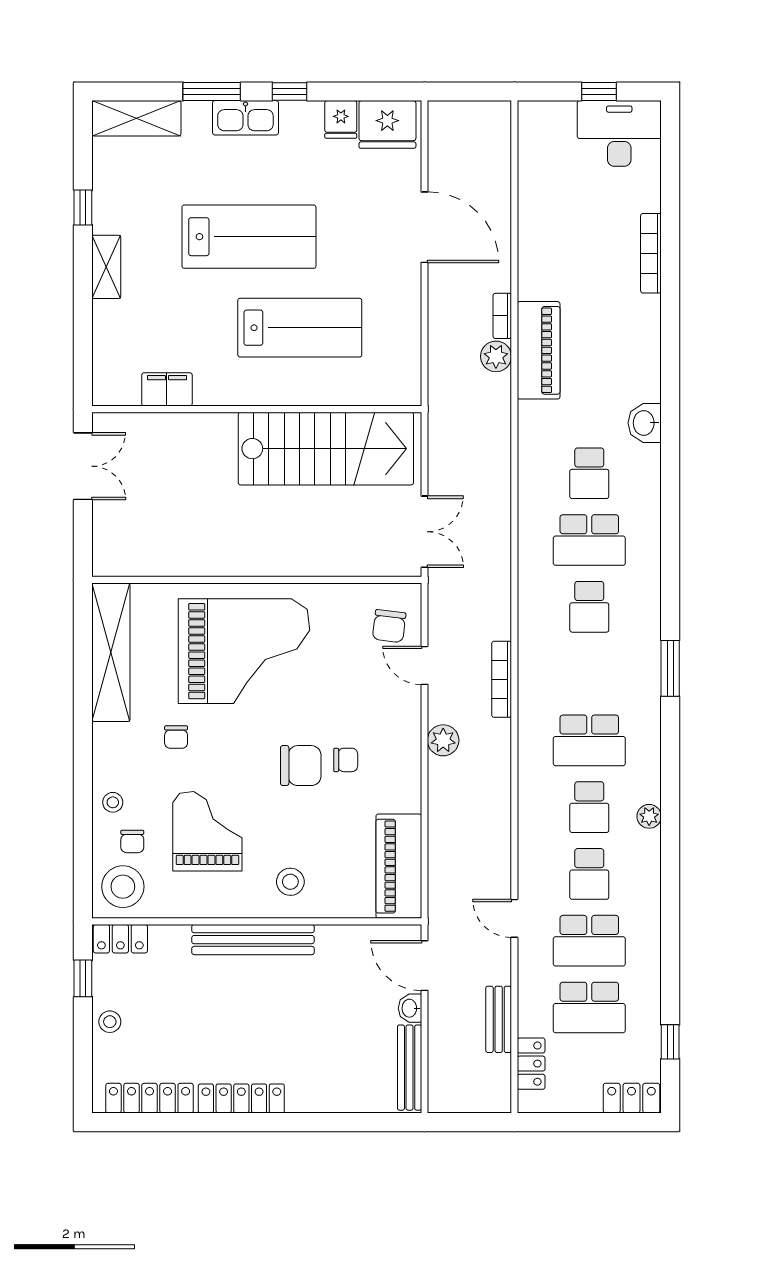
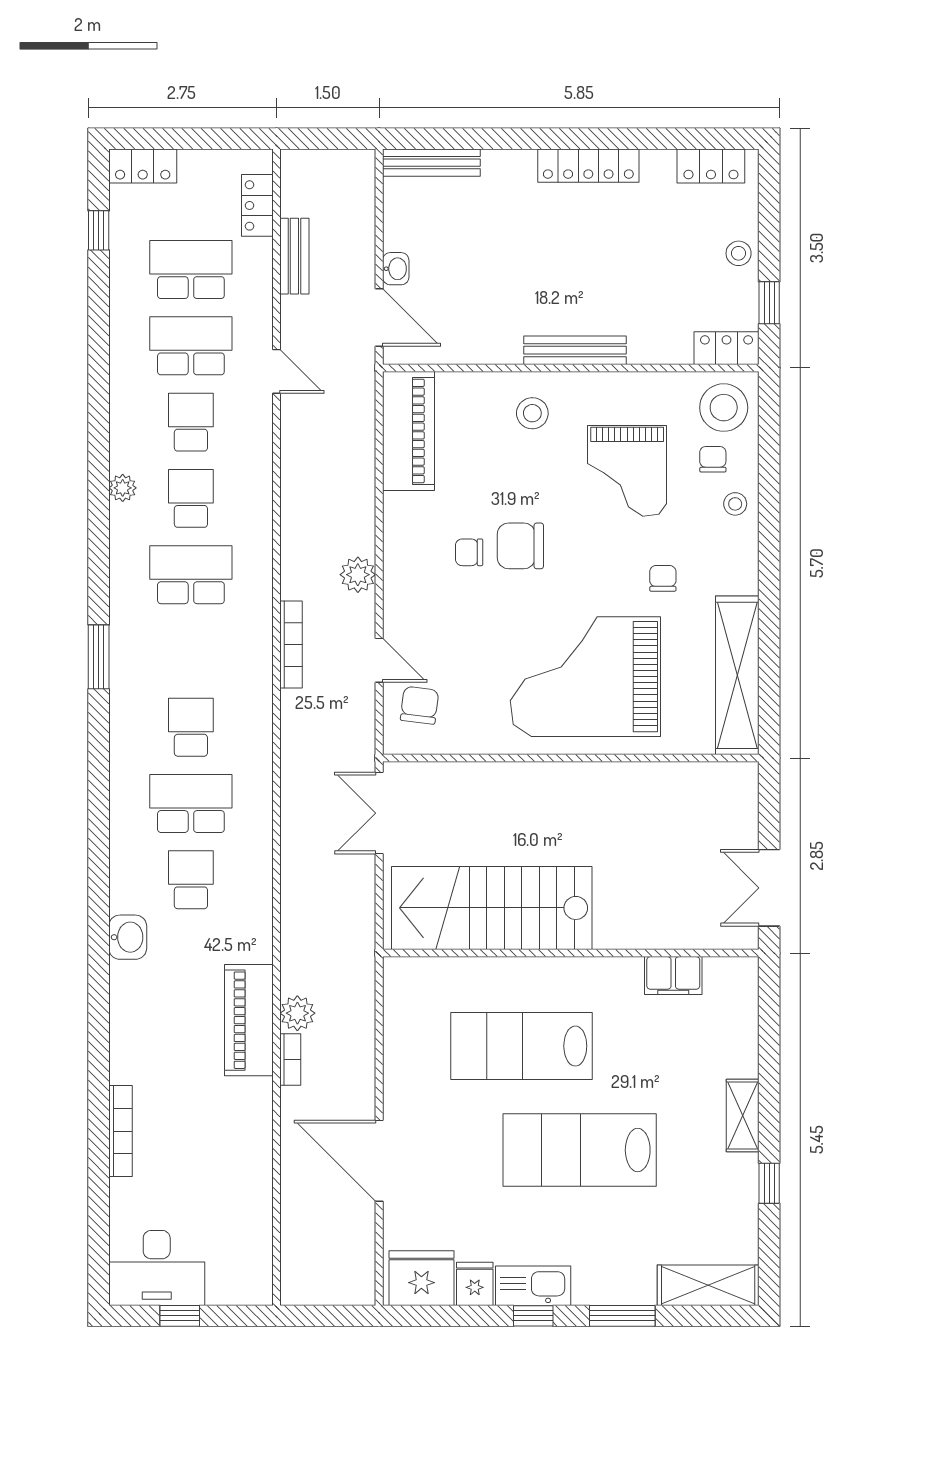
kitchen sink: (245, 118) -> (533, 1286), moved
bench: (253, 940) -> (575, 350), width x0.73, depth x0.82
bench: (410, 1068) -> (431, 163), moved, turned 90
locker: (150, 1098) -> (711, 166), width x0.66

